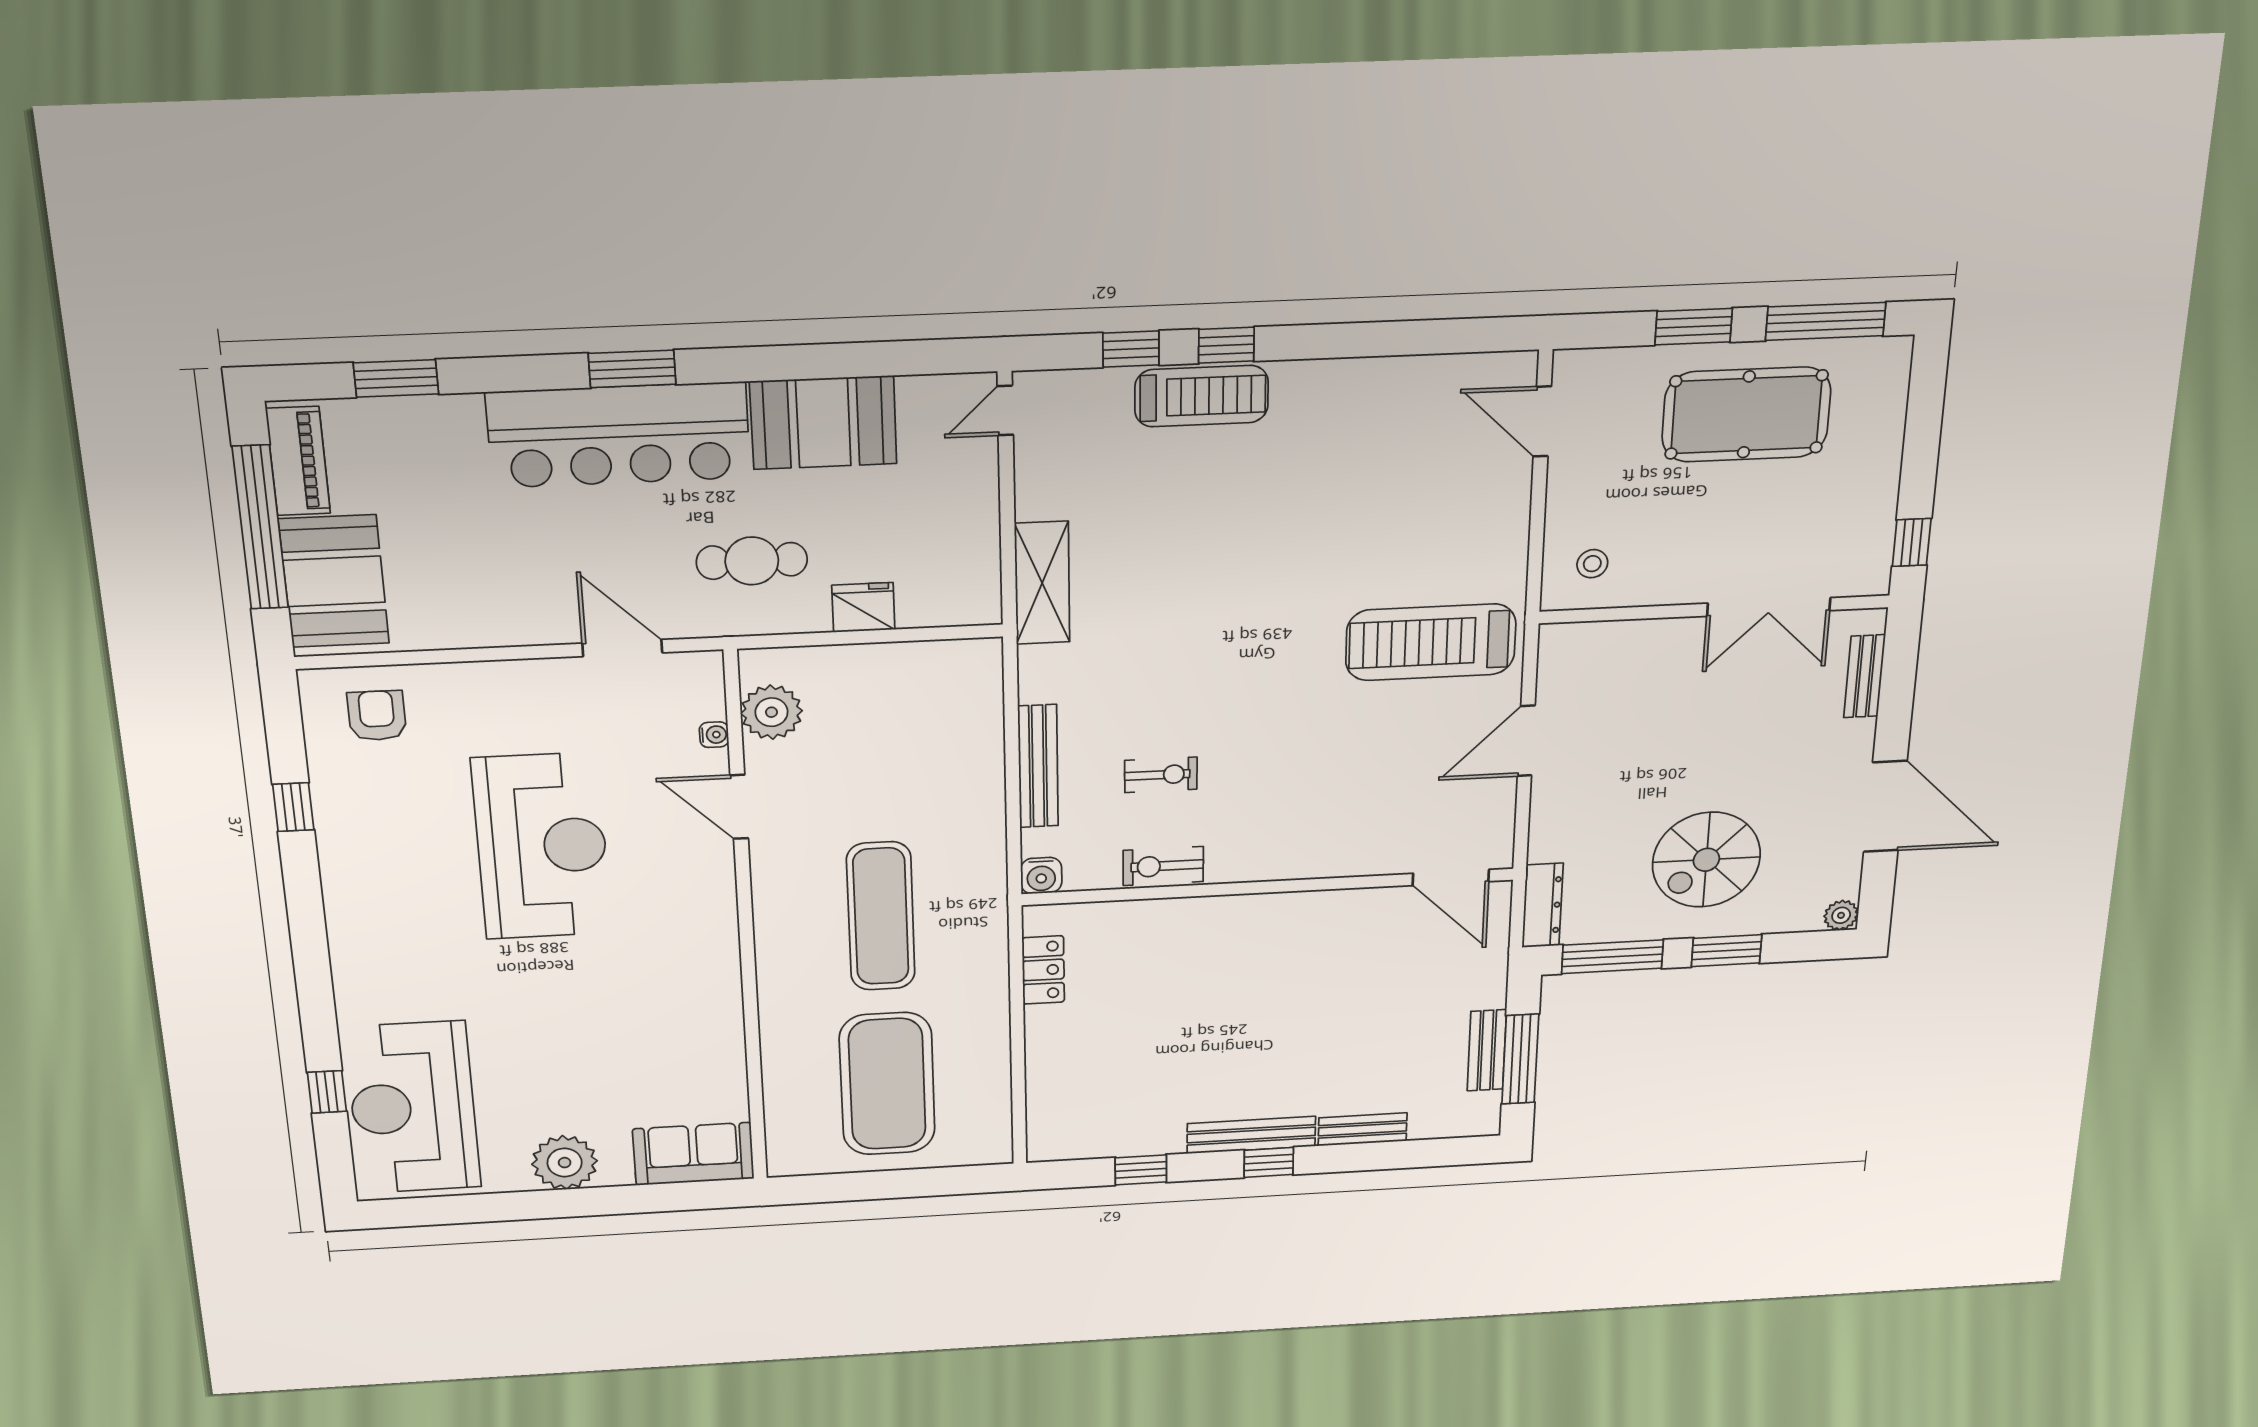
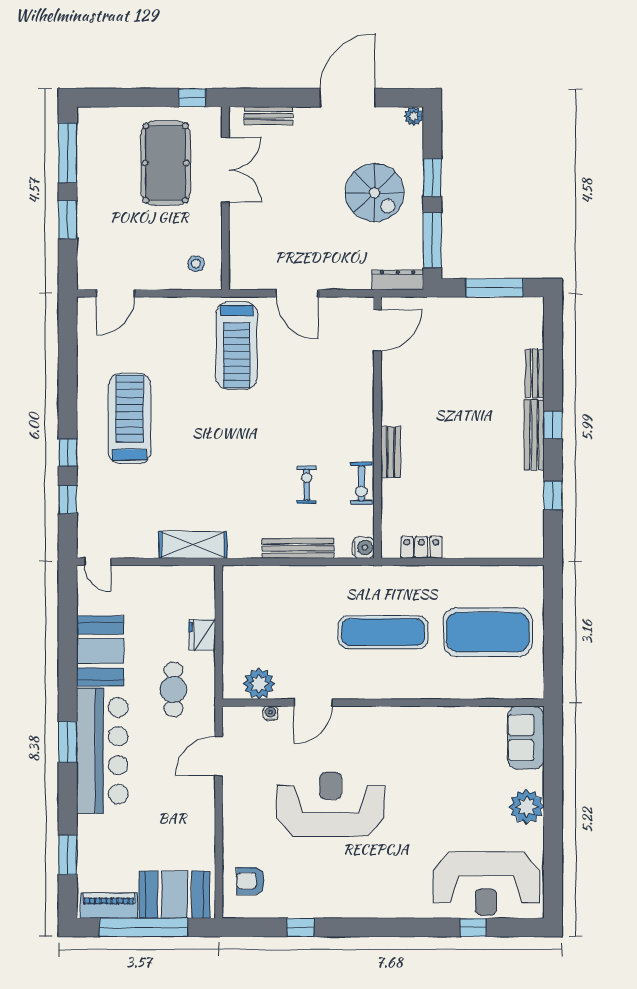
treadmill: (1201, 396) -> (130, 418), moved, width x1.37, depth x1.38
pool table: (1746, 415) -> (166, 163), moved
bench: (1487, 1050) -> (391, 452), moved, turned 90

